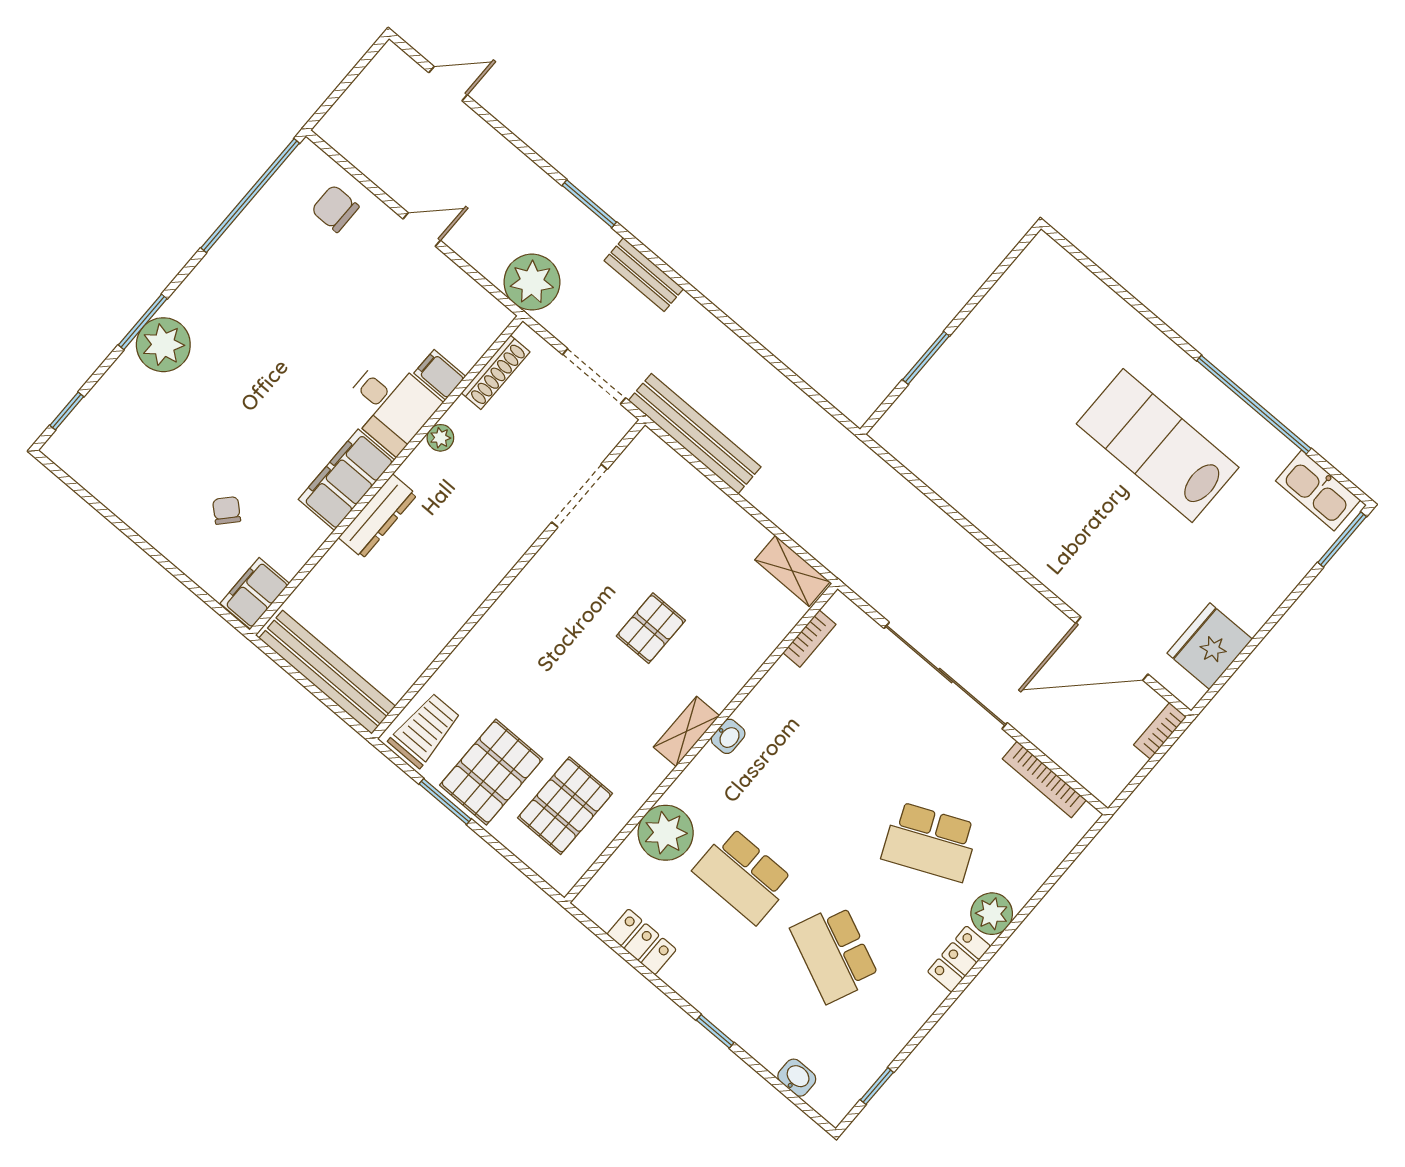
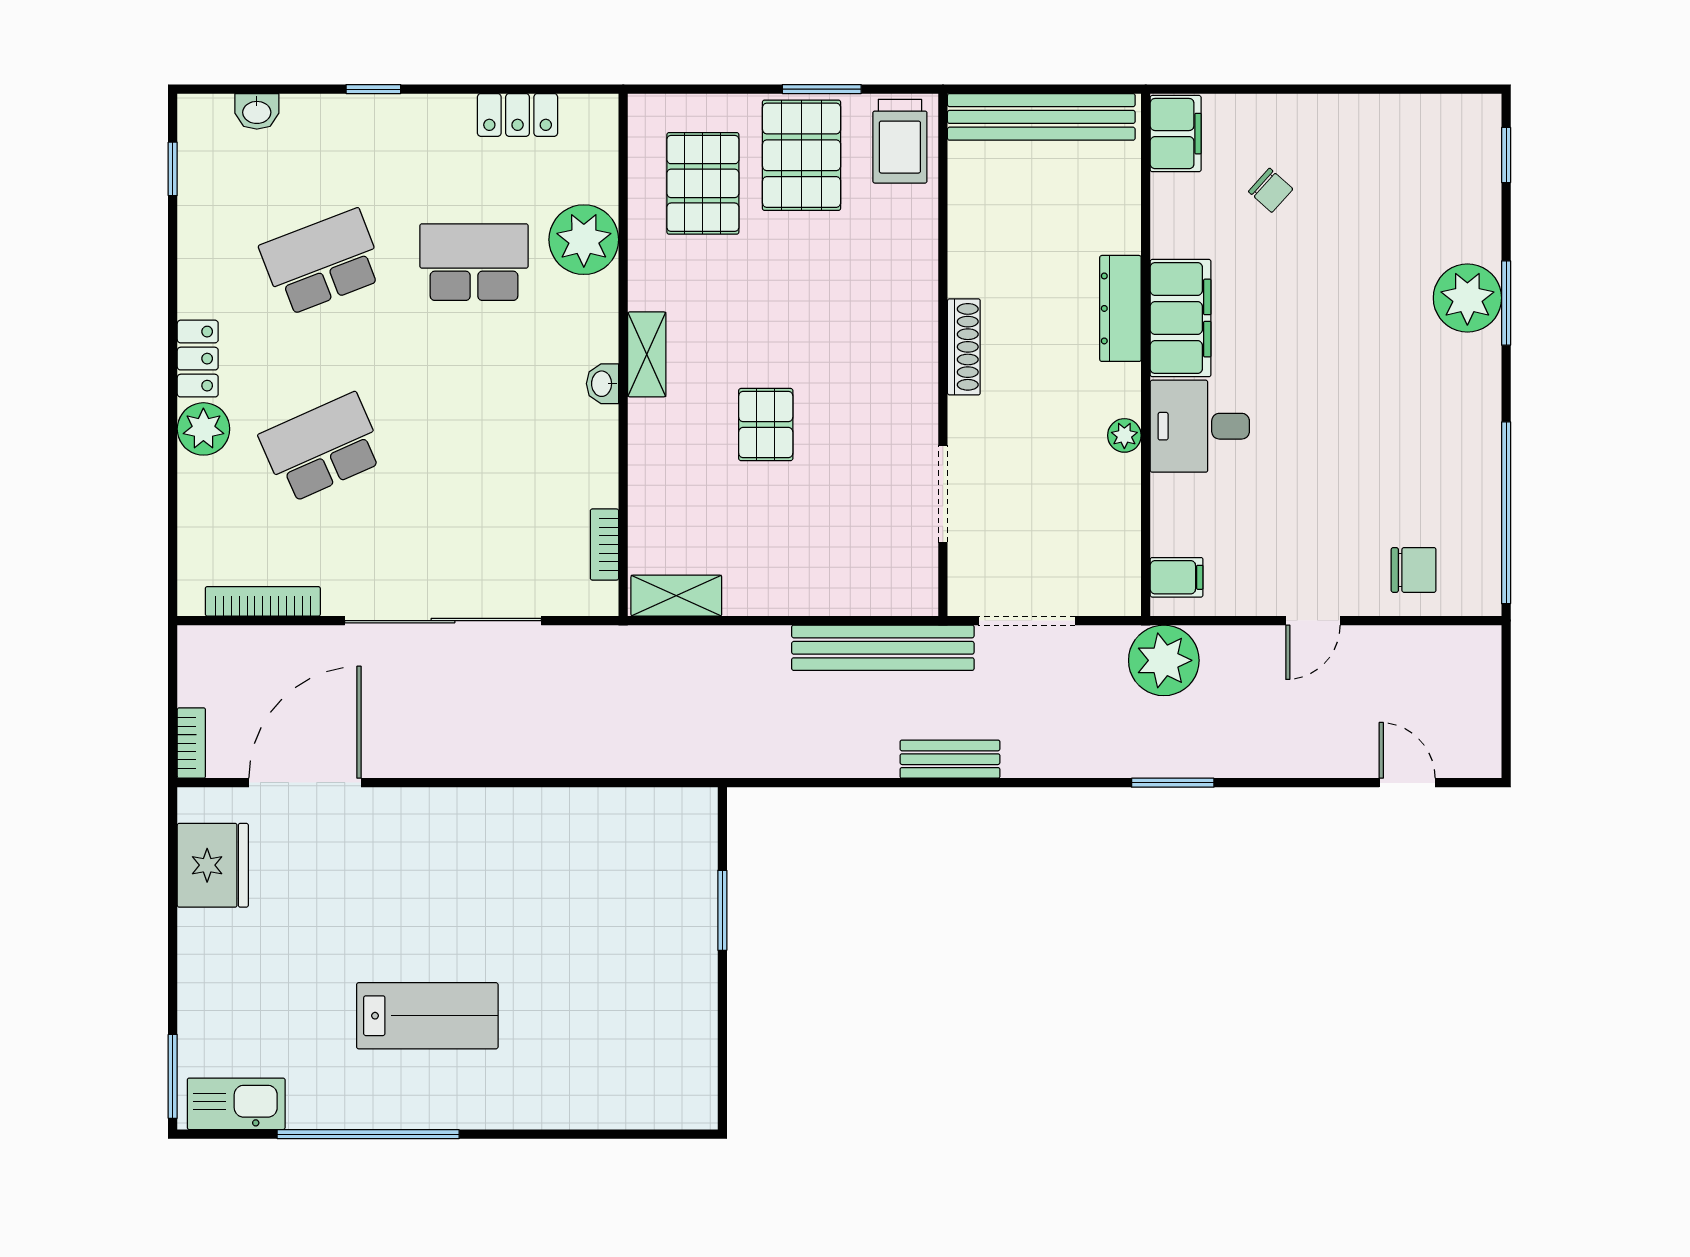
door: (448, 84) -> (1407, 783), swing flipped
bench: (644, 275) -> (950, 759), moved
shoe rack: (496, 372) -> (964, 347), moved, turned 180
filing cabinet: (440, 375) -> (1177, 577), moved
lab bench: (1158, 446) -> (427, 1016), width x0.73, depth x0.72
school desk: (835, 954) -> (322, 262), turned -45

